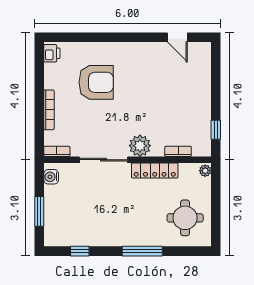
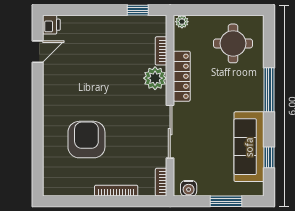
printer: (52, 53) -> (51, 25), moved, turned 90
plant: (140, 146) -> (155, 78), moved
sofa: (90, 233) -> (249, 147), added

